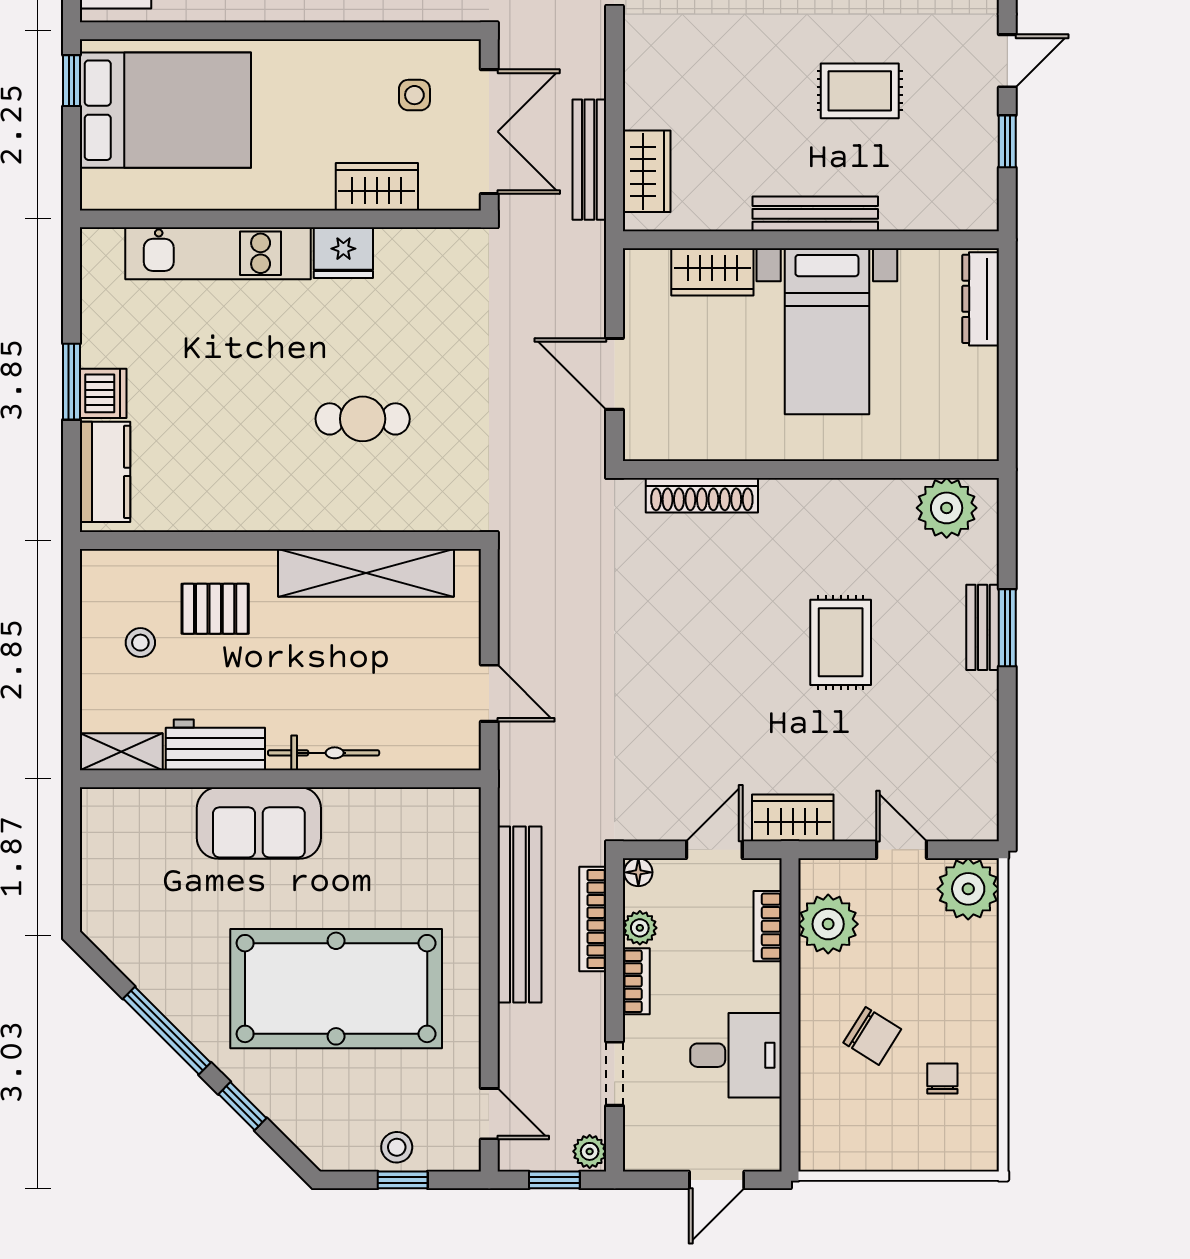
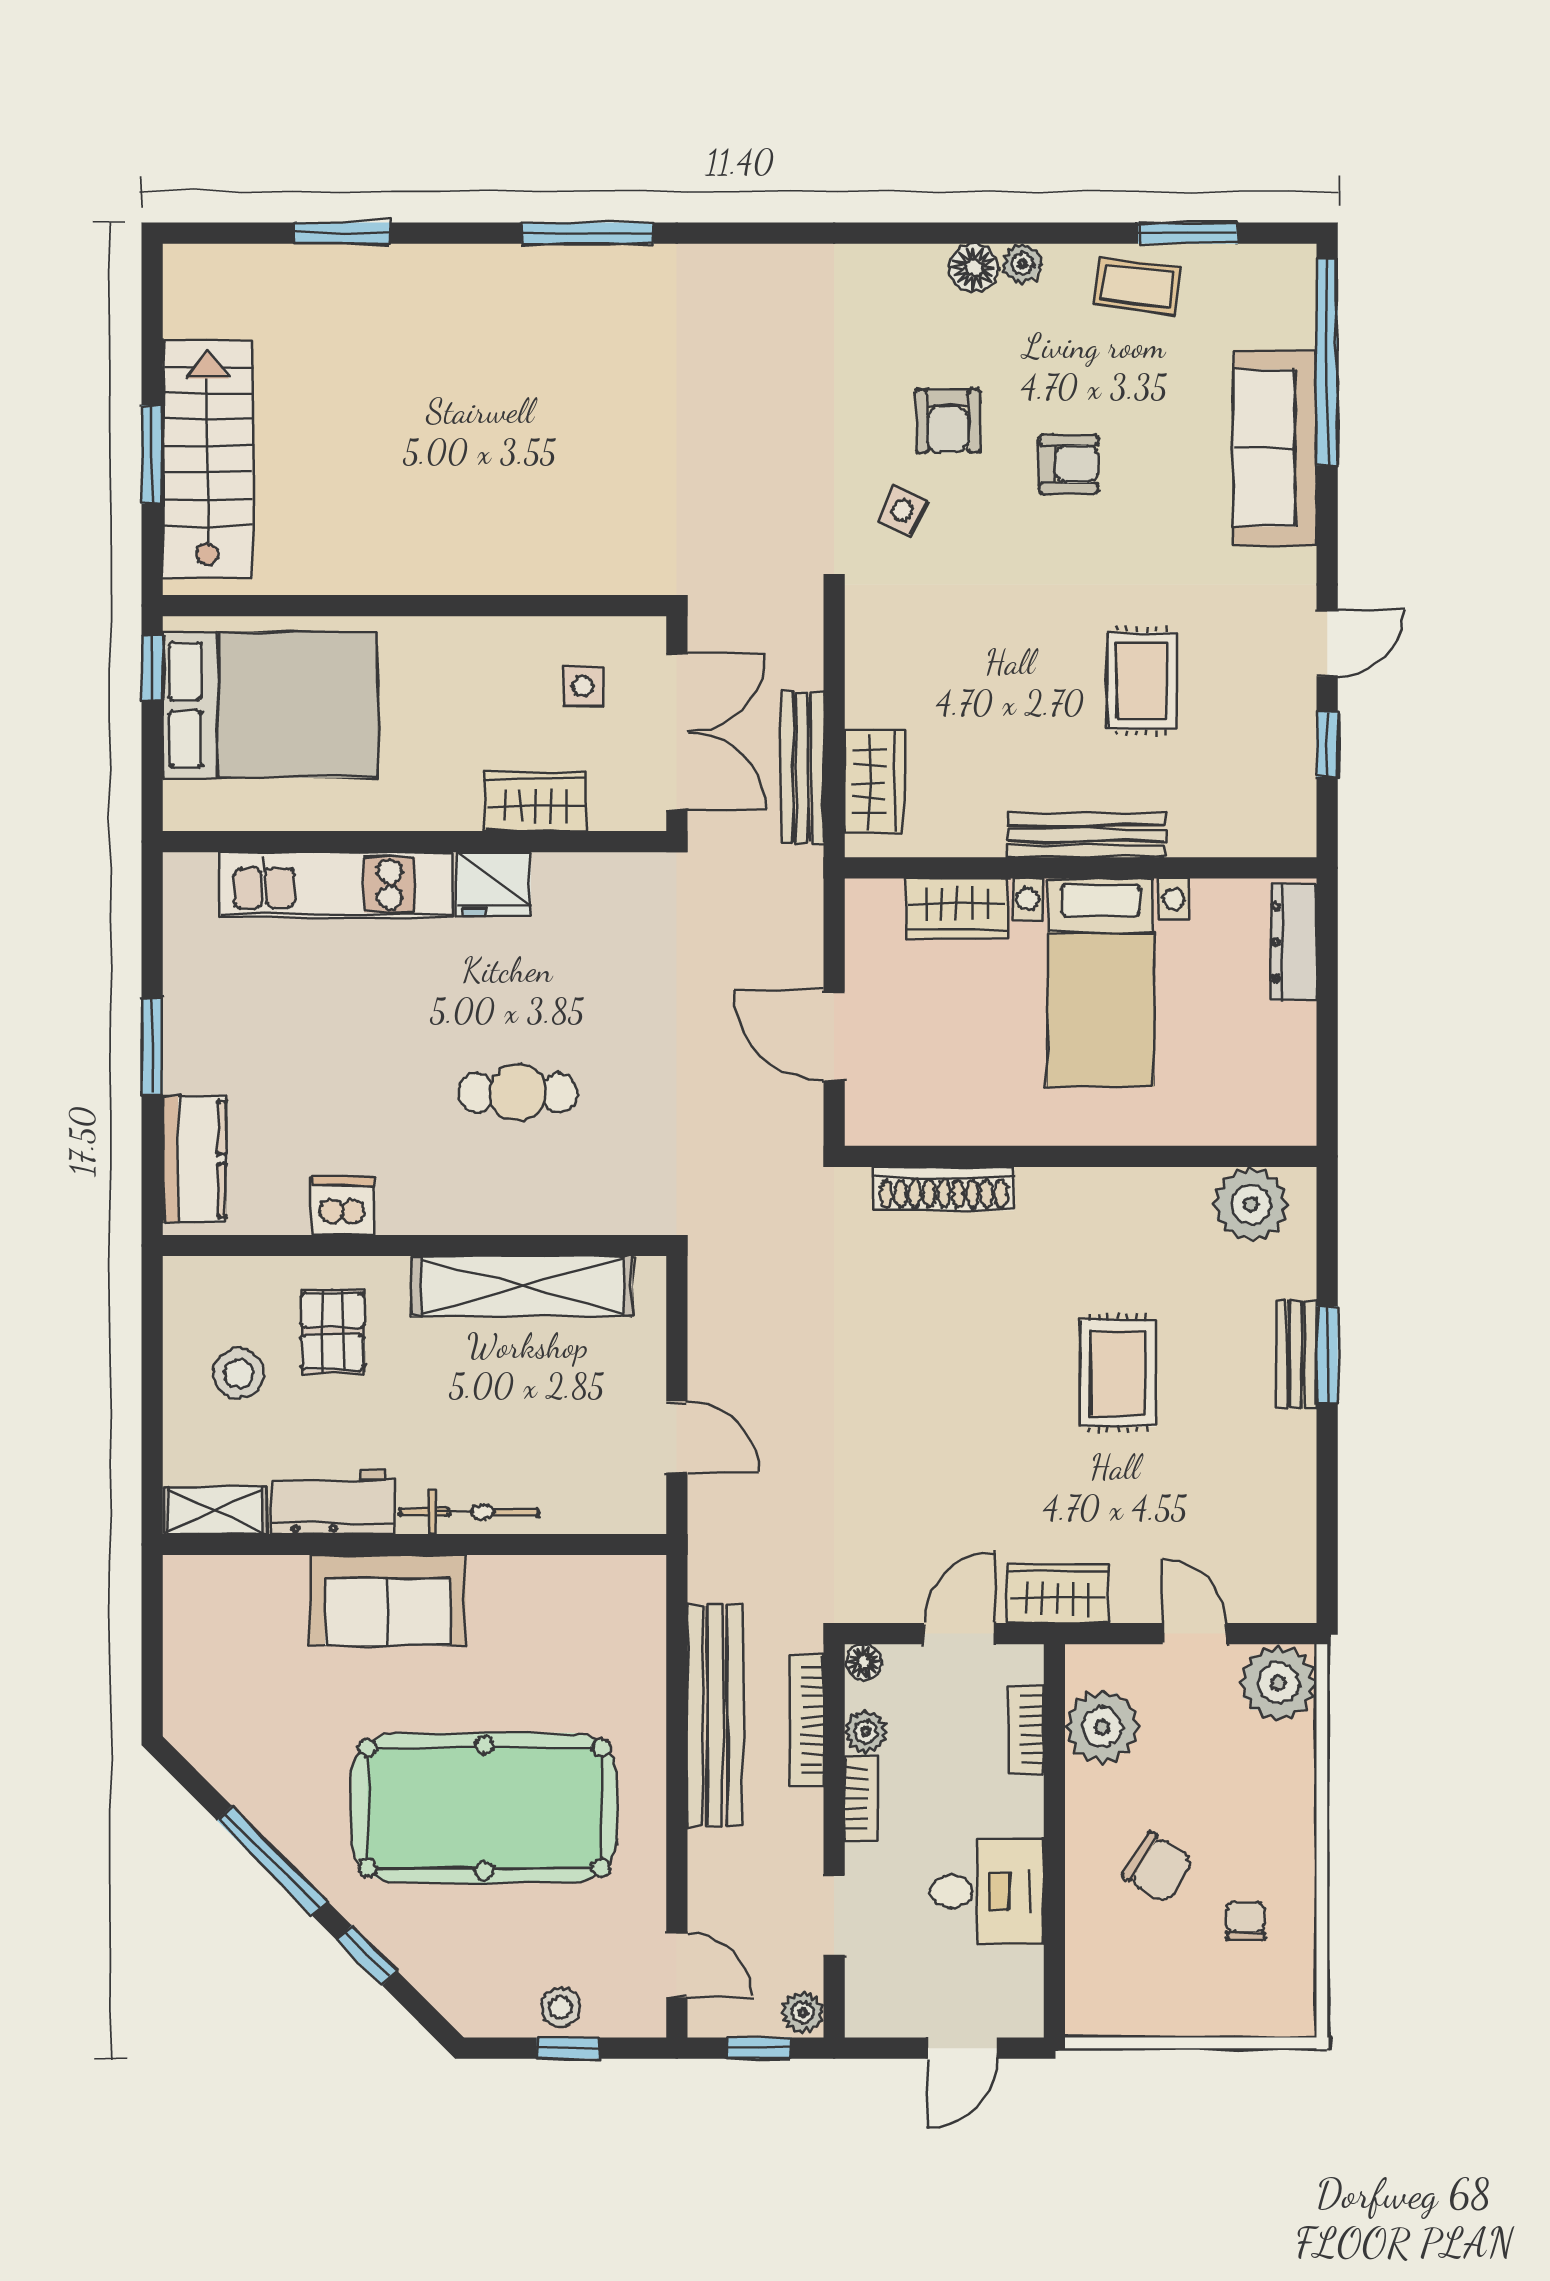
rug: (860, 91) -> (1142, 681), turned 90
dishwasher: (103, 393) -> (343, 1206), moved, turned -90
pallet: (215, 609) -> (333, 1331), turned 90
stool: (140, 643) -> (239, 1374), width x1.37, depth x1.37

